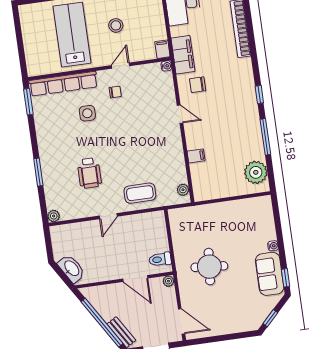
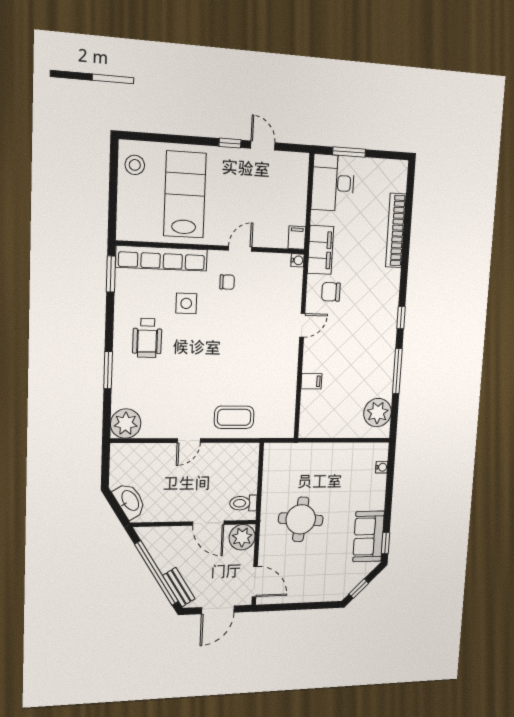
stool: (116, 25) -> (135, 165), moved
door: (180, 114) -> (302, 325), hinge flipped
wheelchair: (89, 173) -> (147, 338), moved
plant: (183, 190) -> (288, 421), removed
plant: (54, 216) -> (126, 424), width x1.87, depth x1.87
water cooler: (273, 246) -> (382, 467), moved
plant: (168, 281) -> (242, 537), width x1.88, depth x1.88

